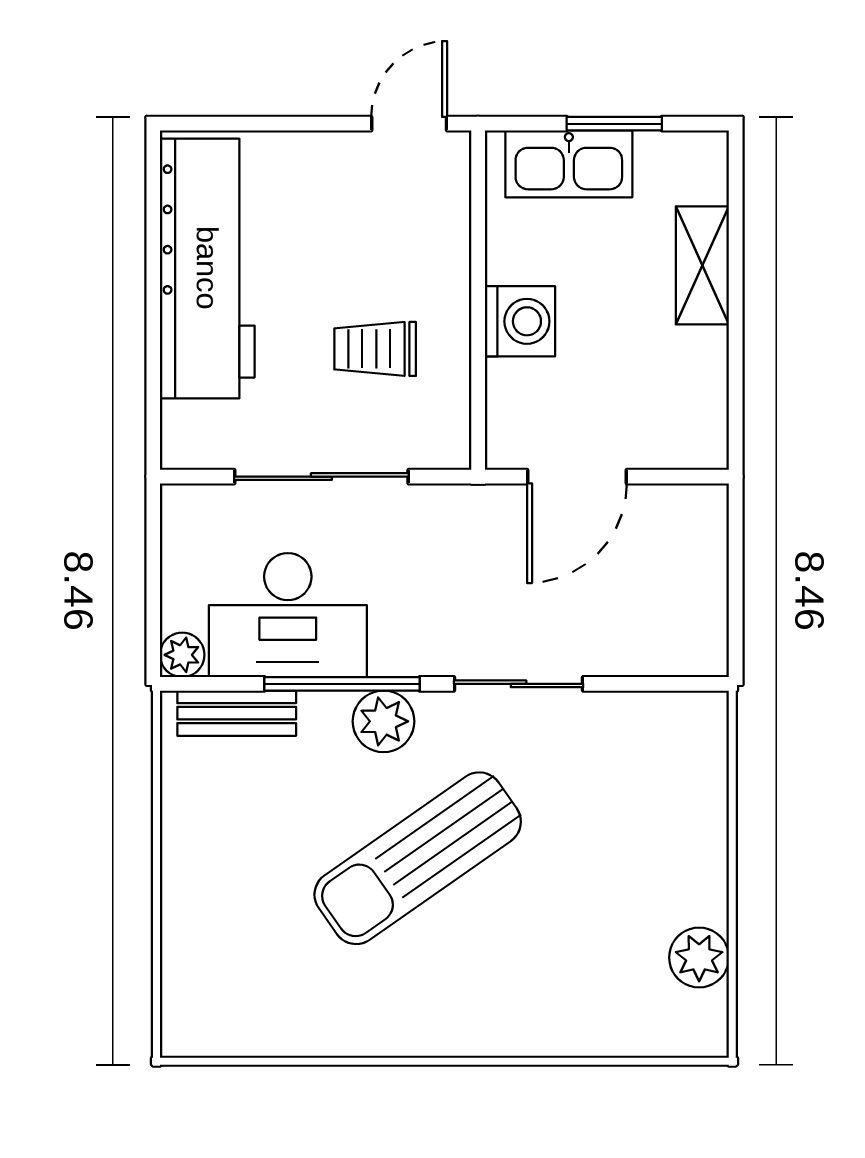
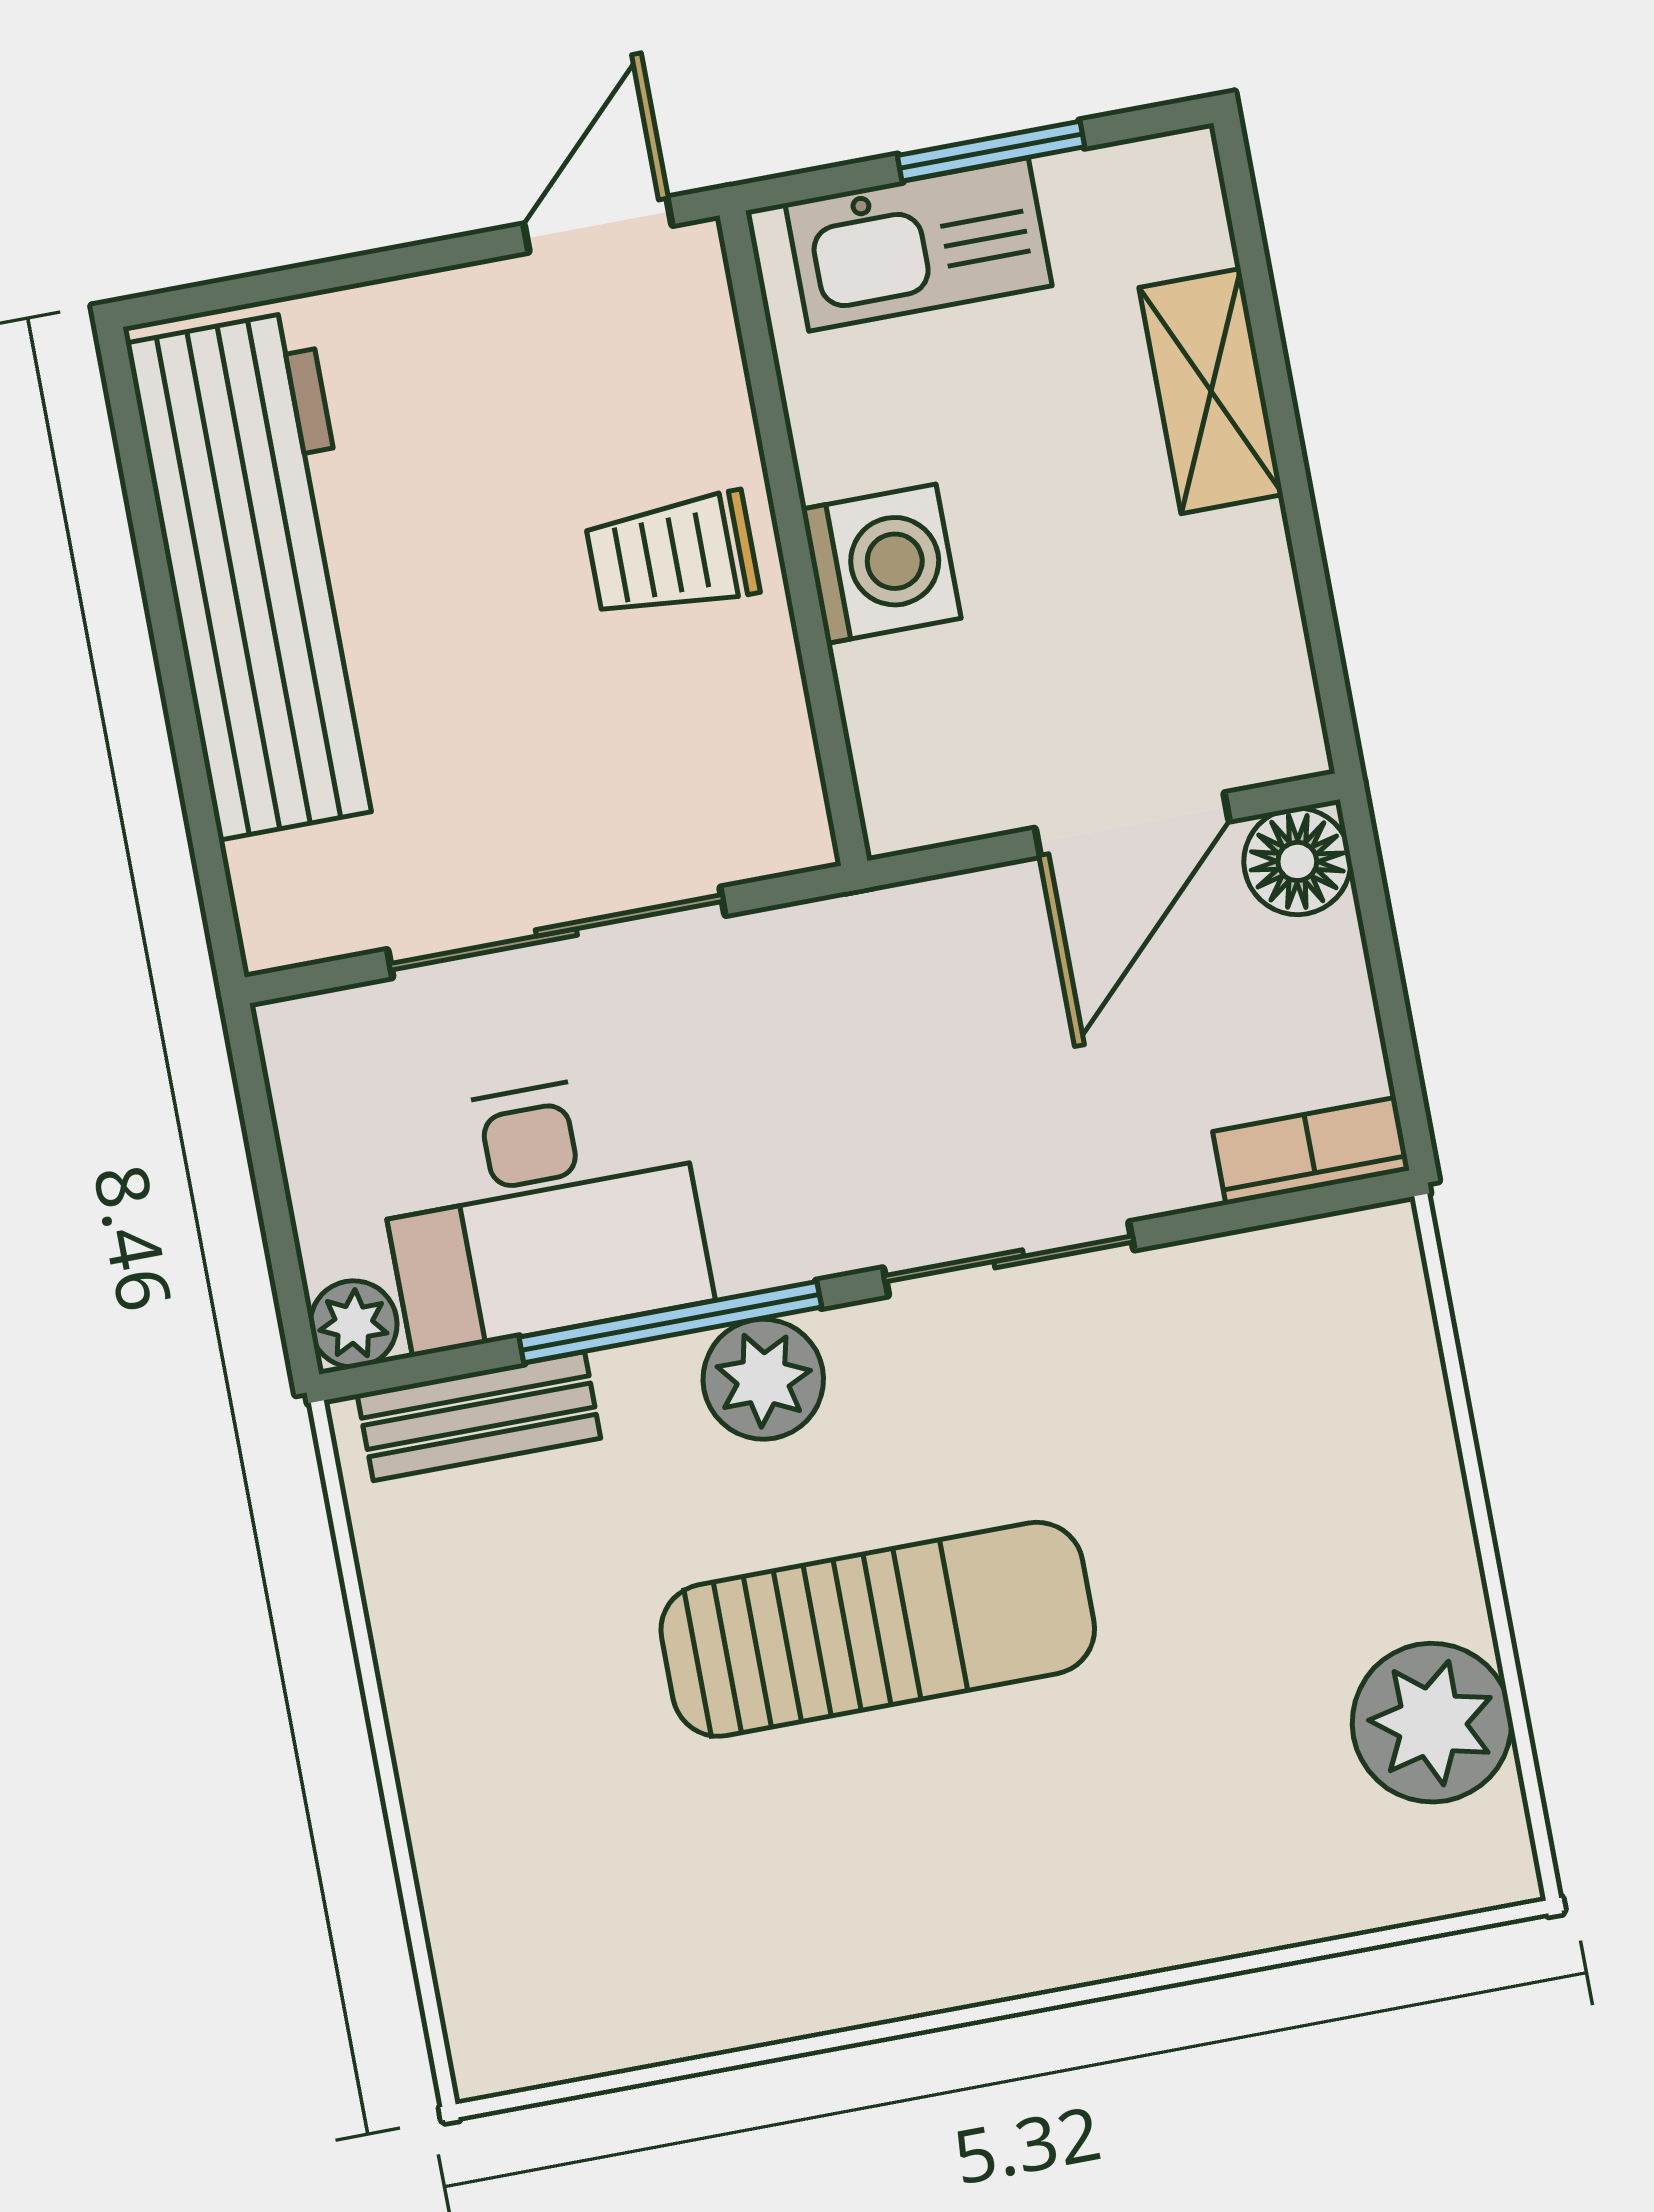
trolley: (375, 349) -> (672, 555), moved
door: (577, 477) -> (1132, 825), moved
floor lamp: (702, 511) -> (1297, 861), added
bookcase: (681, 658) -> (1311, 1151), added
sun lounger: (418, 858) -> (878, 1629), turned -145
plant: (699, 958) -> (1432, 1723), width x1.36, depth x1.36

